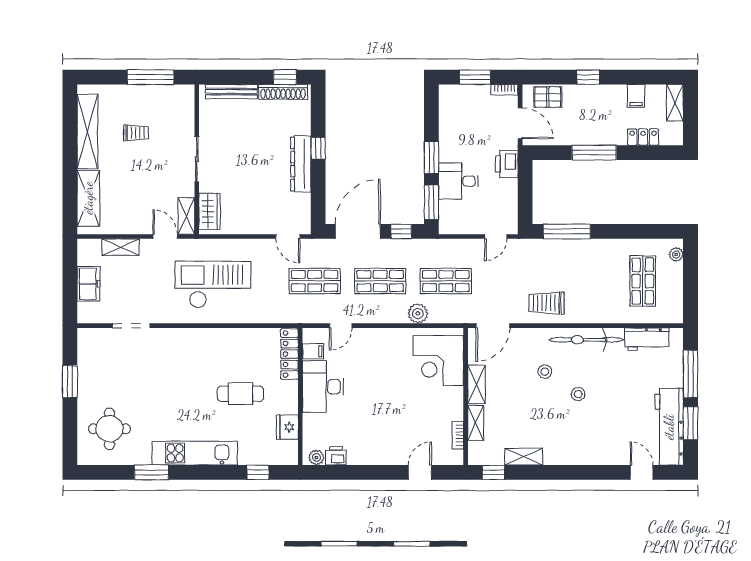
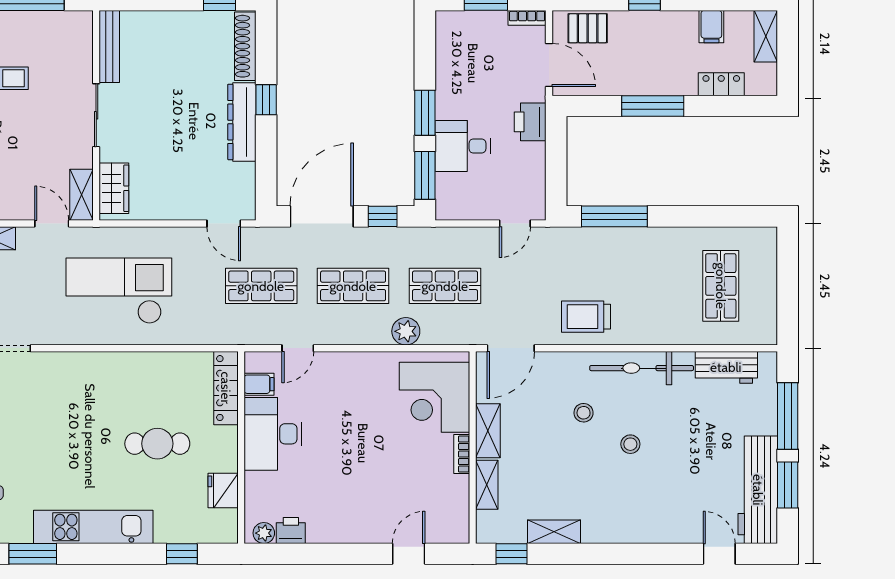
bench: (231, 92) -> (109, 46), moved, turned 90
shoe rack: (283, 92) -> (245, 46), moved, turned 90
plant: (676, 254) -> (768, 249), removed
bookcase: (458, 435) -> (462, 454), moved

